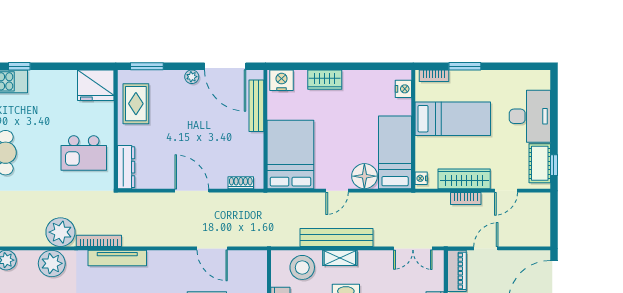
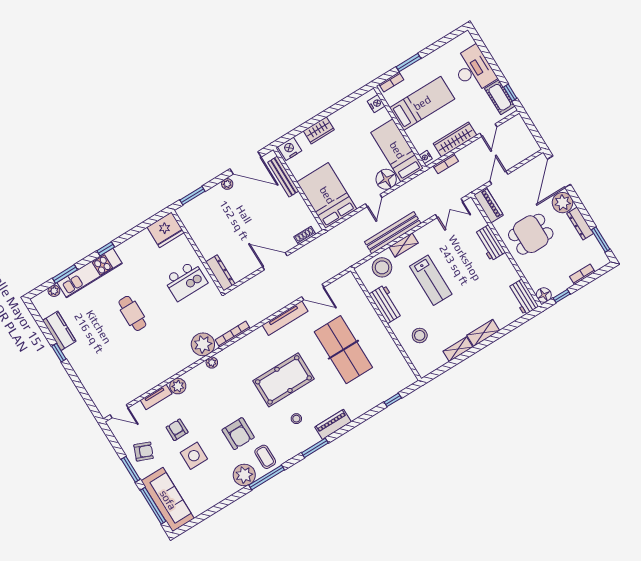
rug: (136, 104) -> (201, 226), removed
bookcase: (466, 199) -> (446, 164), moved
tv unit: (117, 258) -> (285, 318), moved
plant: (52, 263) -> (212, 363), width x0.53, depth x0.53

